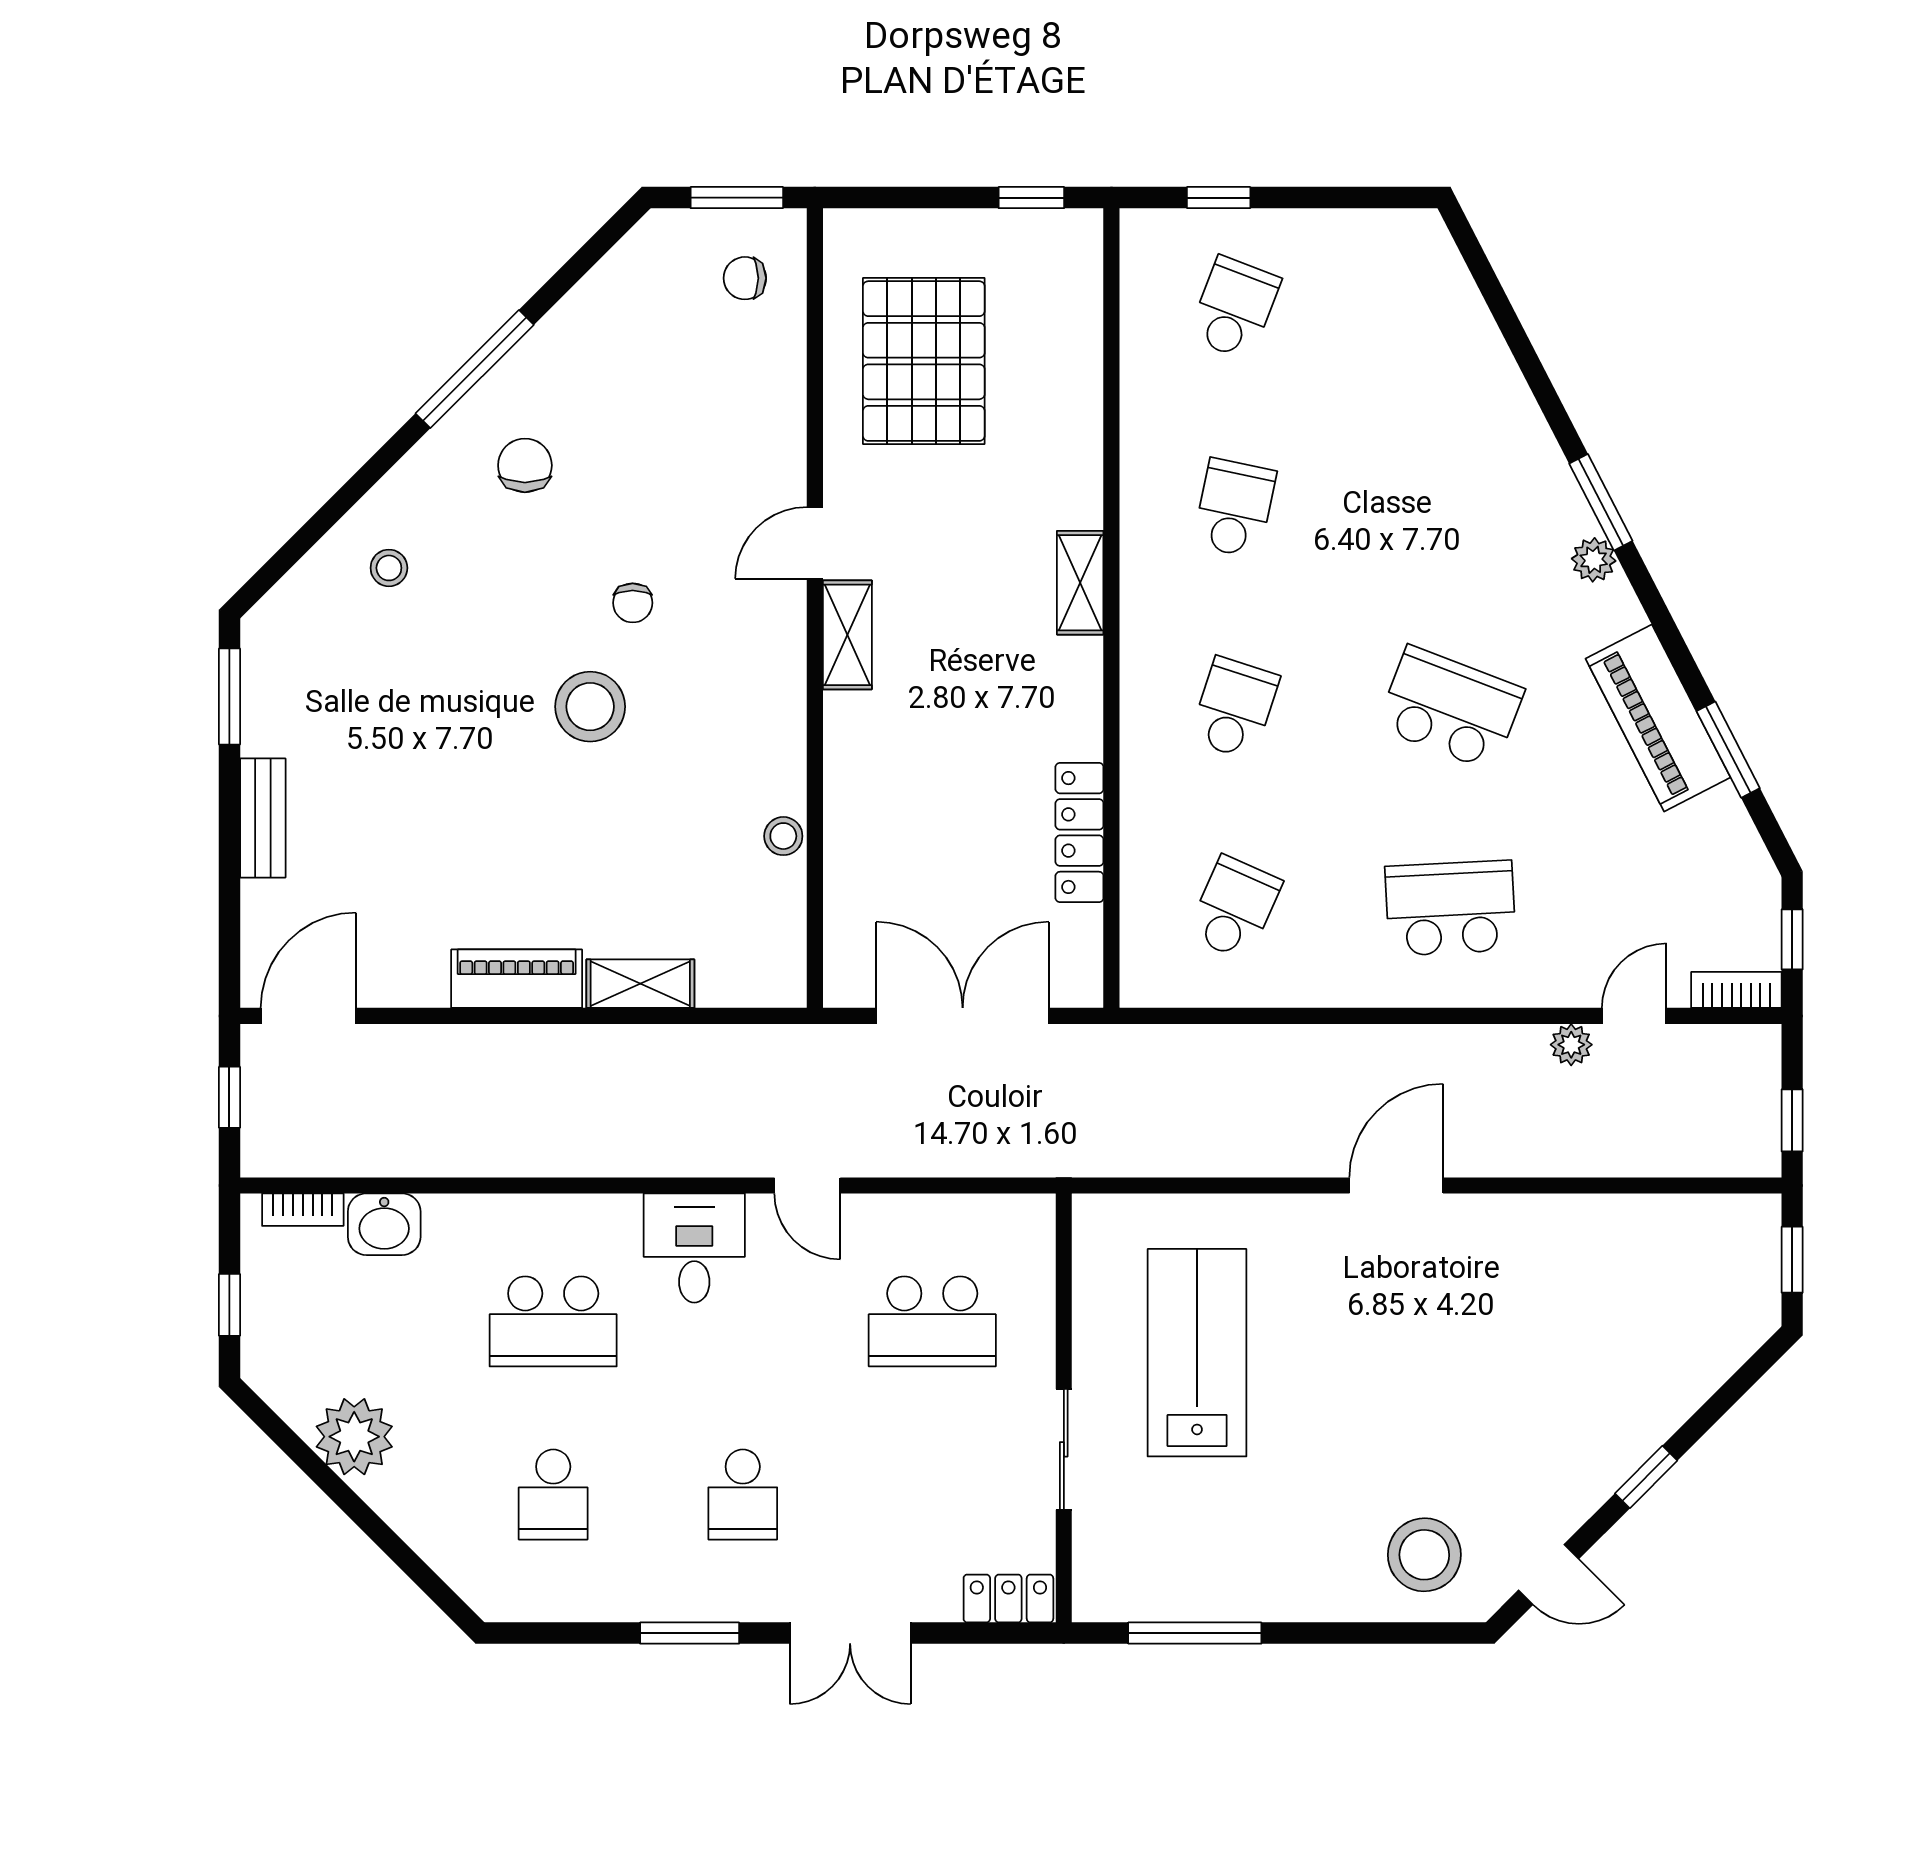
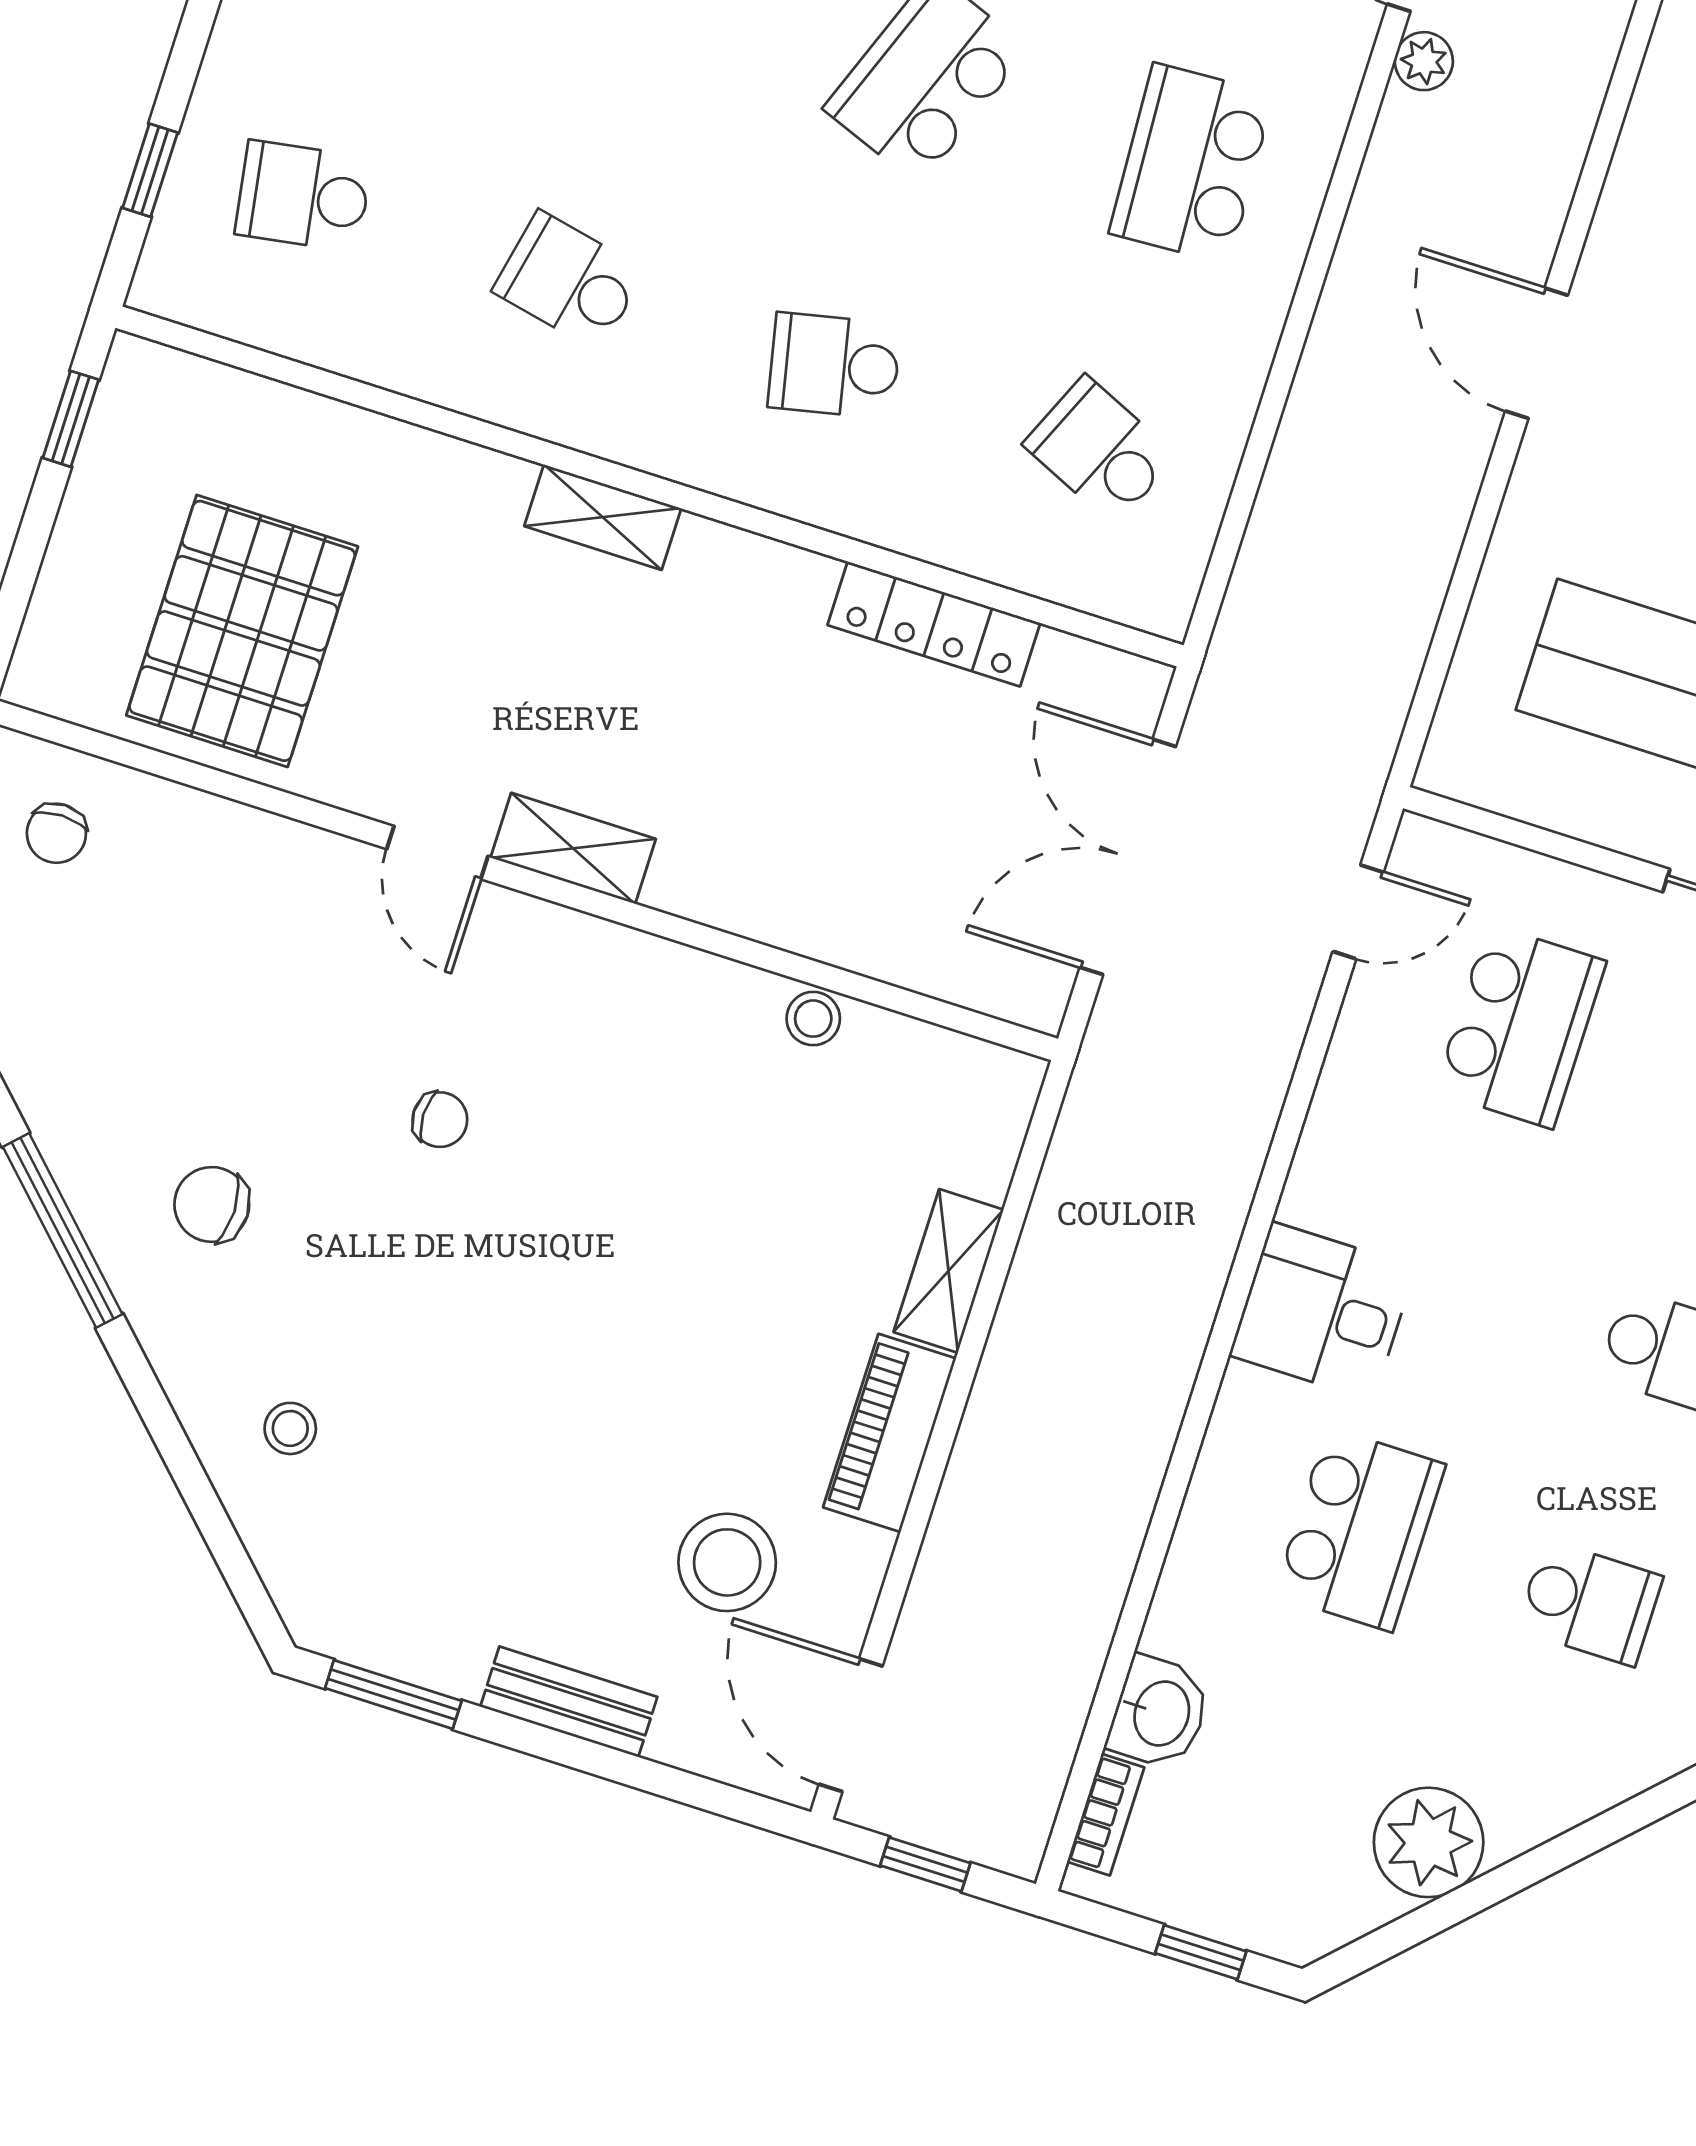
school desk: (1234, 308) -> (303, 196), turned -30
pallet: (924, 361) -> (242, 631), turned 90
stool: (590, 707) -> (727, 1562), moved
school desk: (1234, 708) -> (834, 366), turned -30
door: (807, 1185) -> (1358, 912), moved

